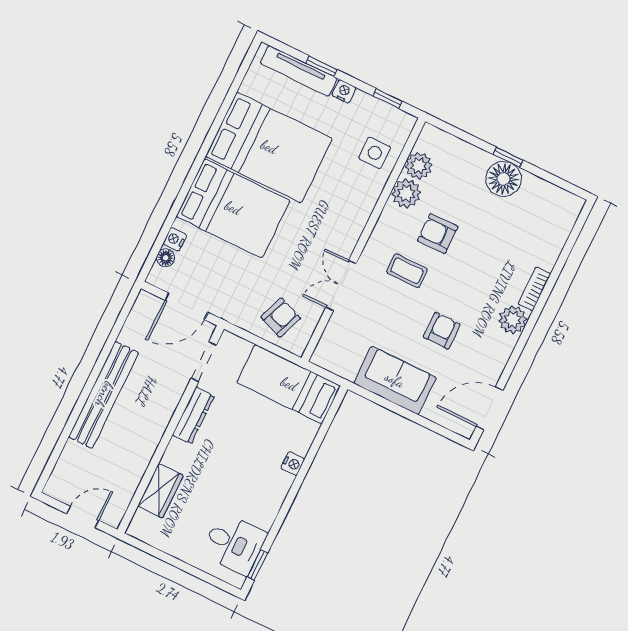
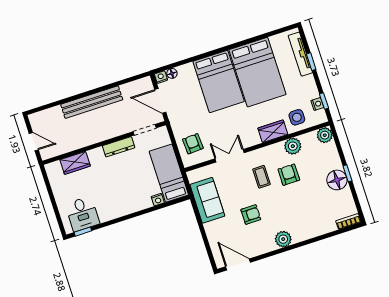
nightstand: (344, 92) -> (317, 104), moved
plant: (419, 166) -> (325, 135), moved
wardrobe: (363, 201) -> (273, 131), added
nightstand: (175, 239) -> (161, 77), moved
bookcase: (534, 289) -> (348, 221), moved
armchair: (281, 317) -> (193, 144), turned -114
sofa: (395, 380) -> (207, 200), moved
nightstand: (293, 464) -> (158, 200), moved

